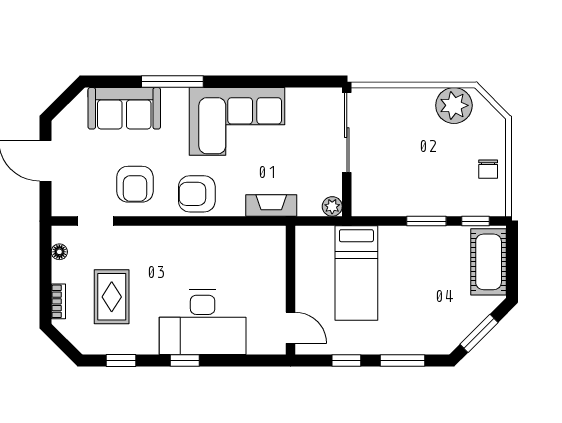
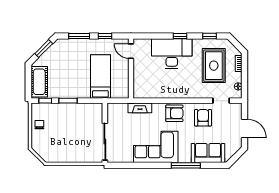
plant: (454, 105) -> (55, 154), removed
plant: (332, 206) -> (112, 107), removed
rug: (112, 297) -> (214, 66), width x1.36, depth x1.43

